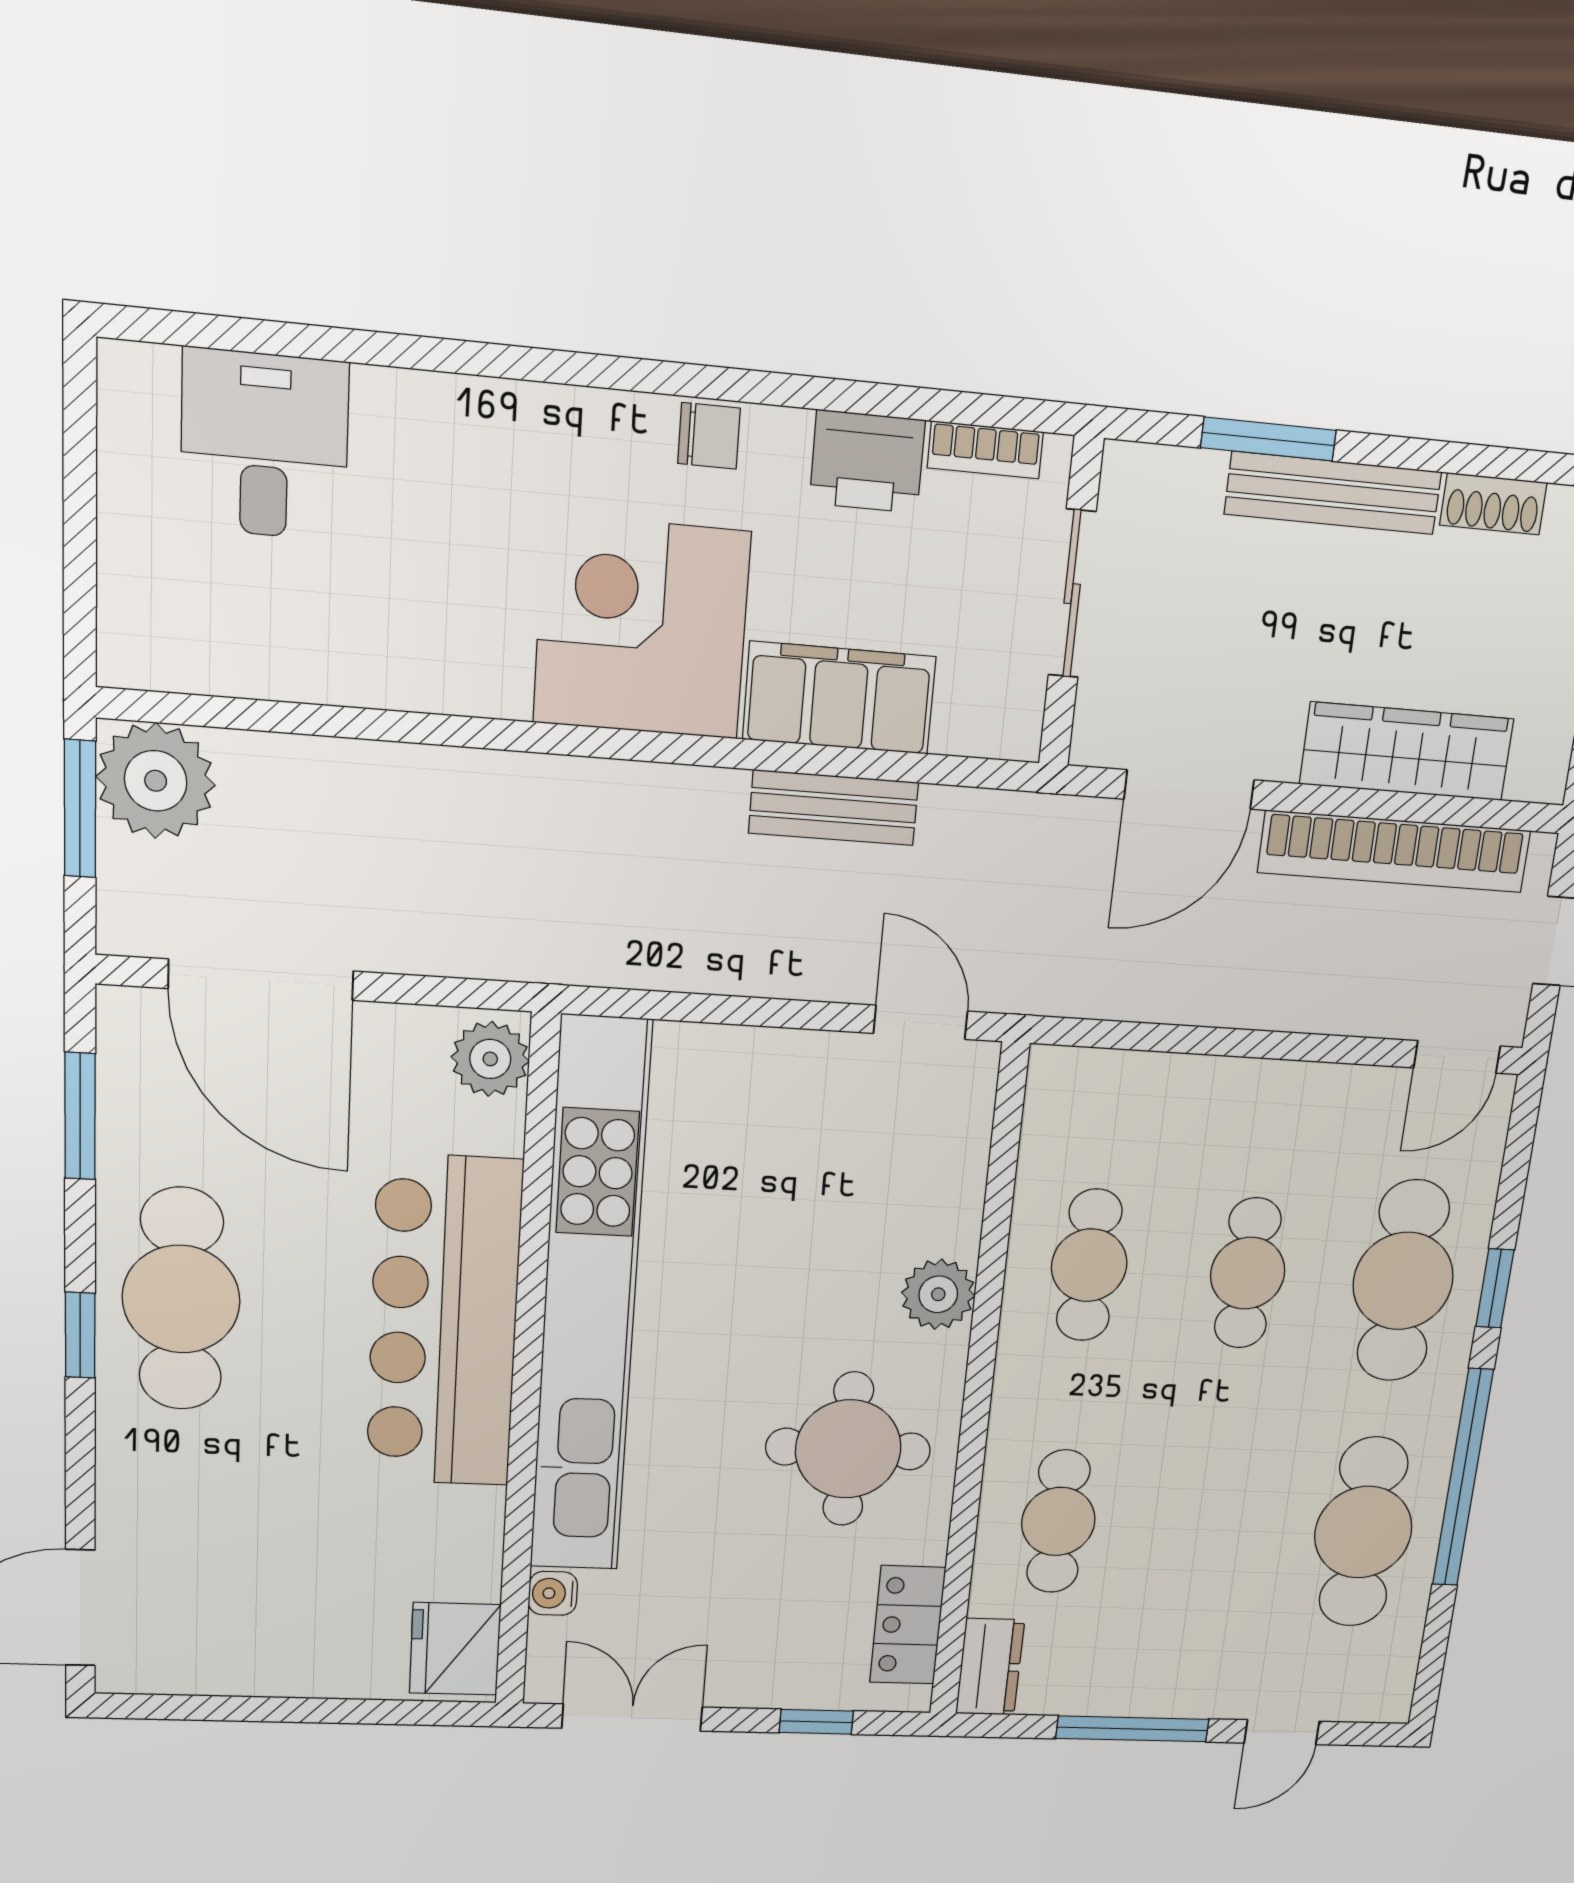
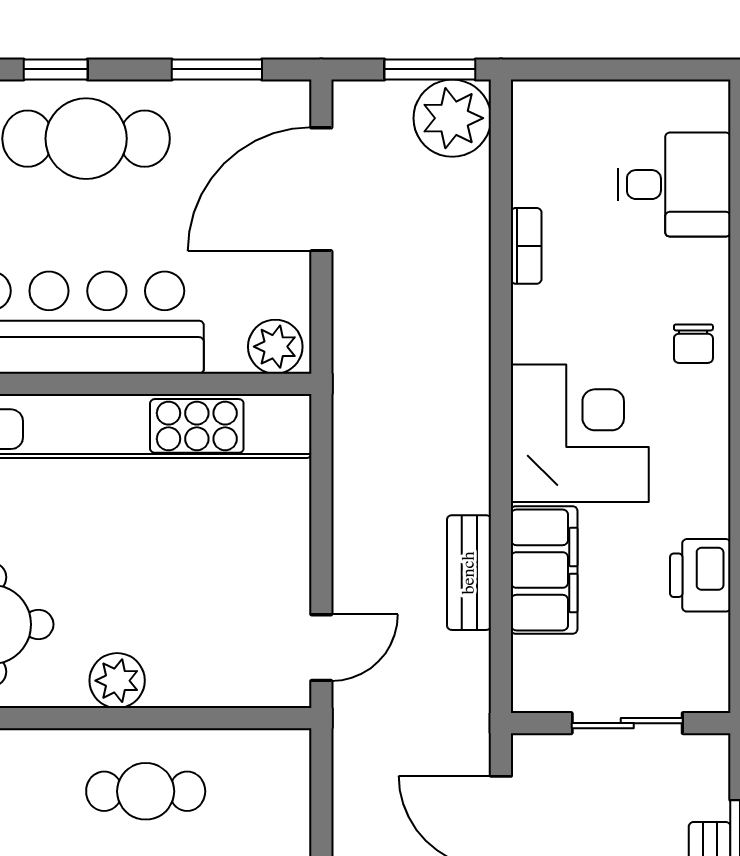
chair: (709, 436) -> (693, 344), moved
bookcase: (985, 450) -> (526, 246), moved, turned 180

